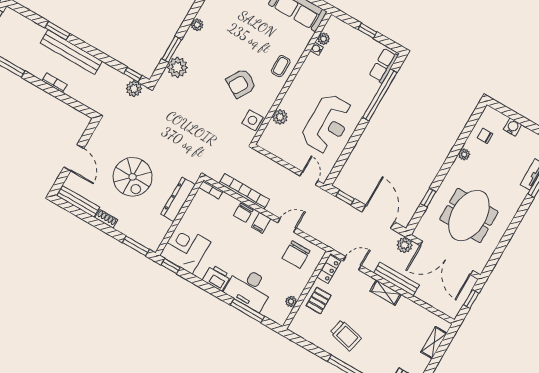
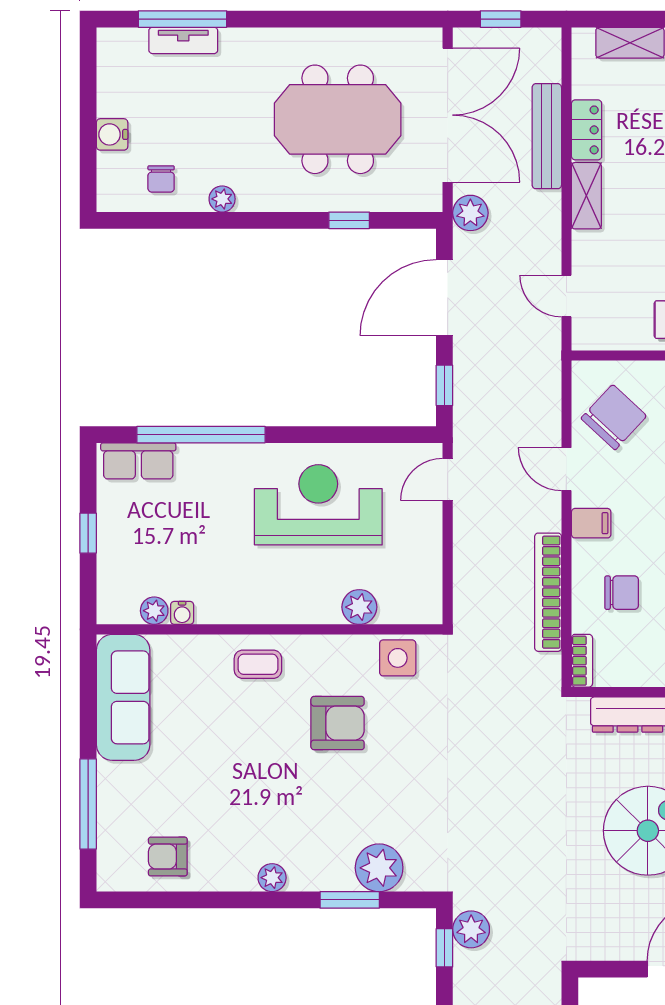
armchair: (241, 83) -> (338, 723), turned -30
chair: (243, 213) -> (622, 593), moved
chair: (296, 255) -> (614, 417), turned -47
locker: (329, 269) -> (587, 130), moved, turned 90
bench: (396, 279) -> (547, 136), moved

